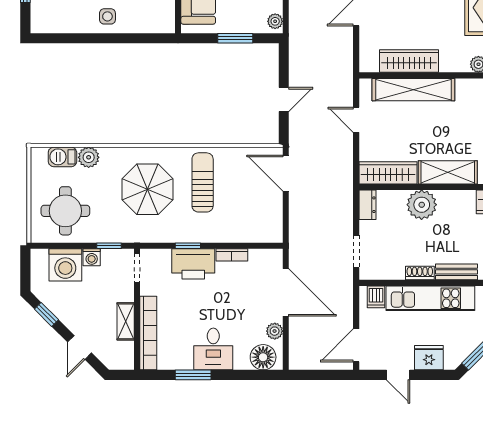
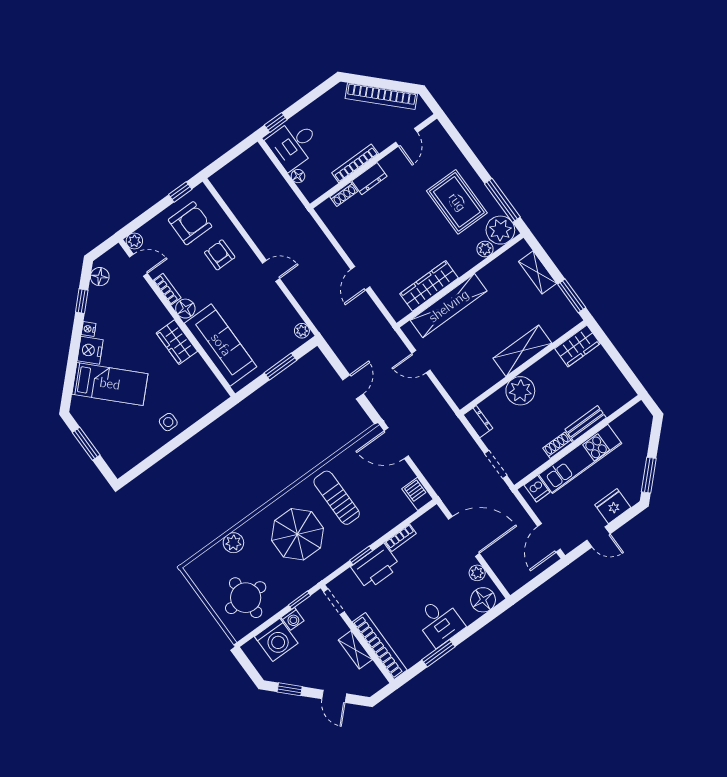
barbecue: (62, 157) -> (418, 494), moved, turned 90
wardrobe: (388, 173) -> (476, 385), removed

